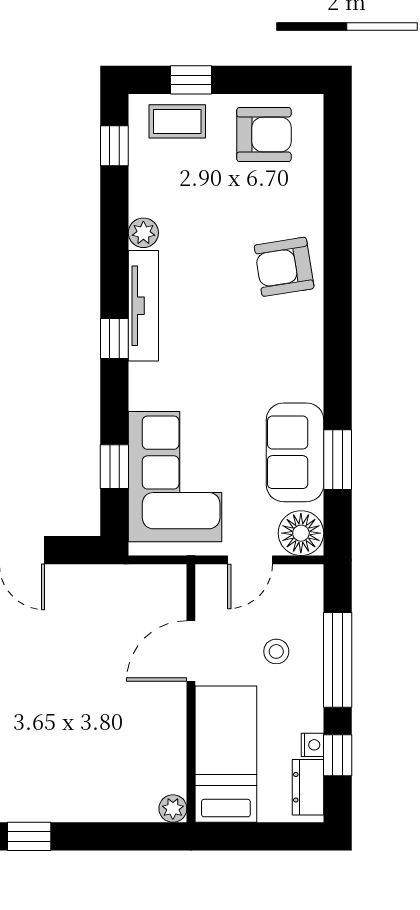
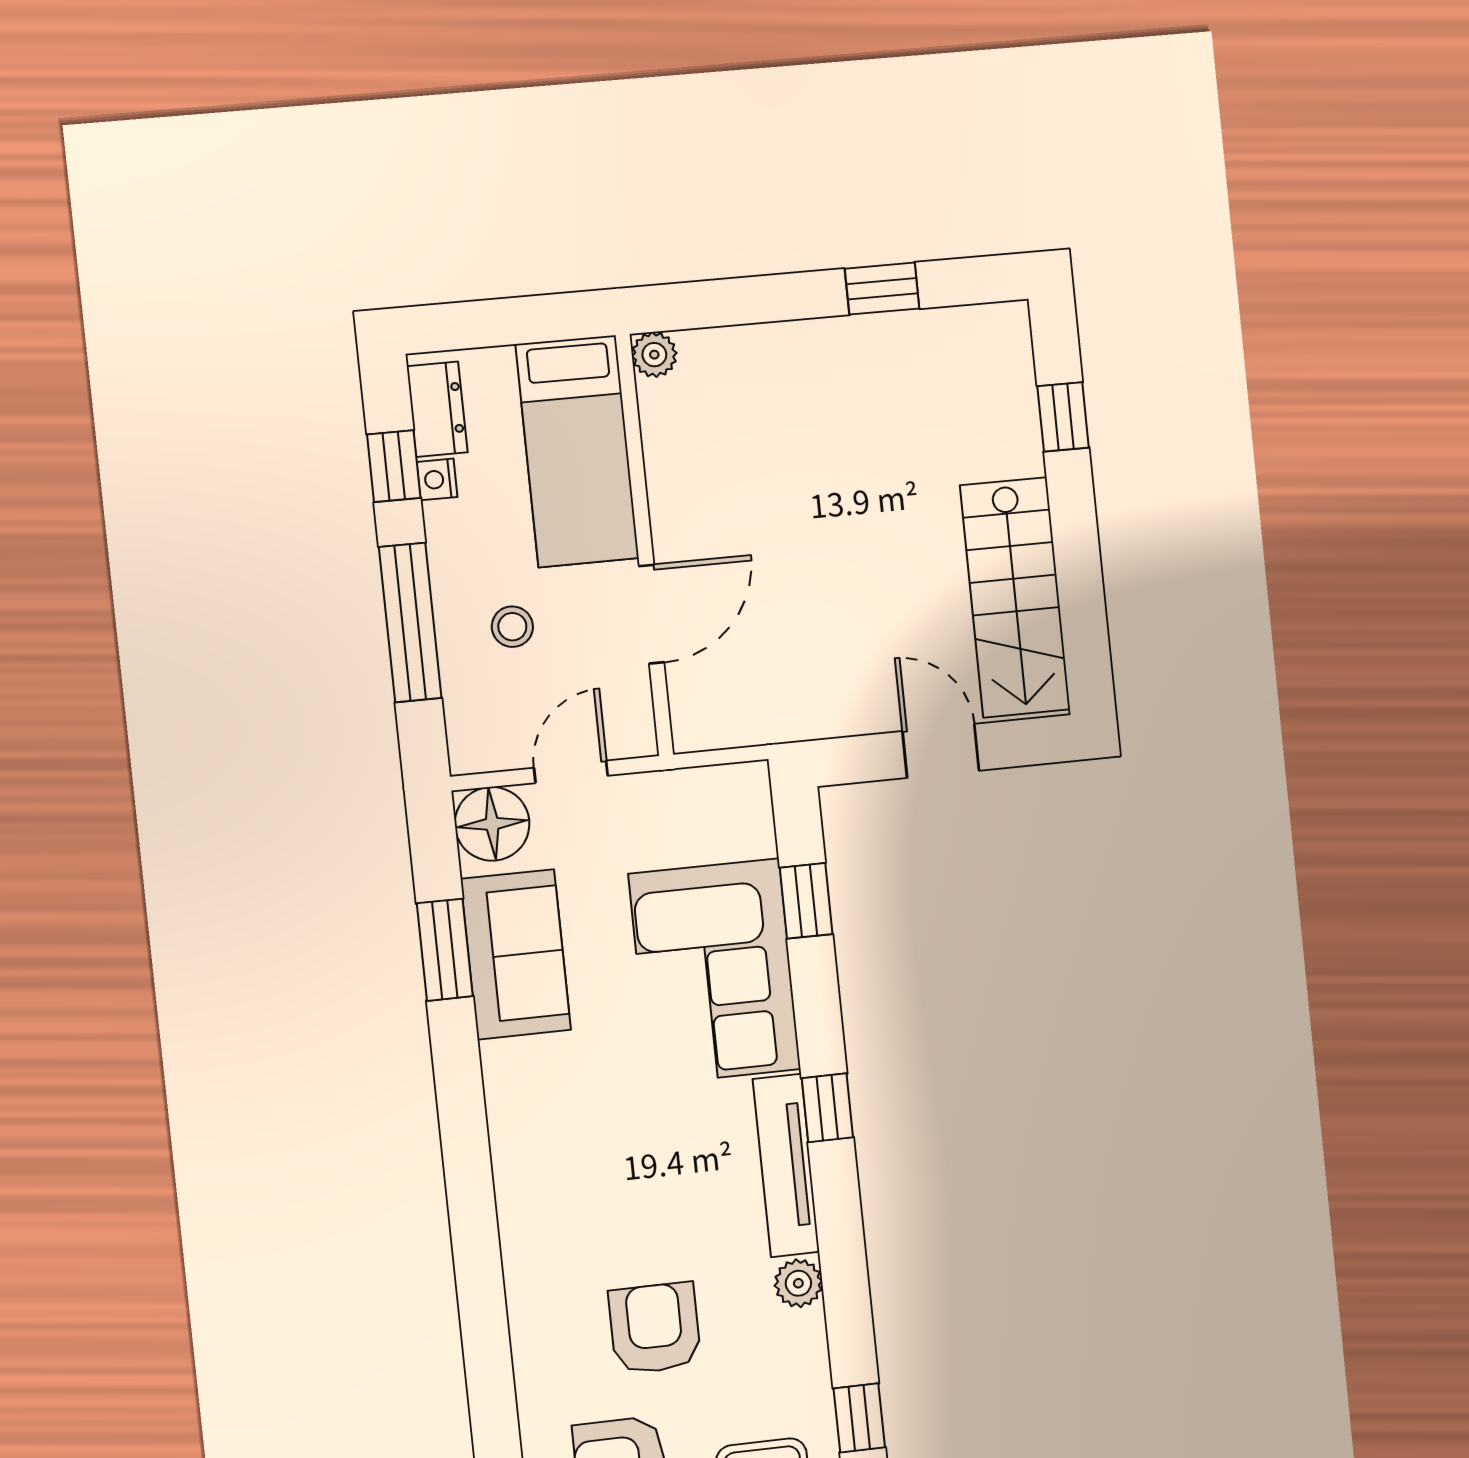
armchair: (284, 267) -> (655, 1328), moved, turned -81
corner sofa: (175, 477) -> (715, 972), moved

